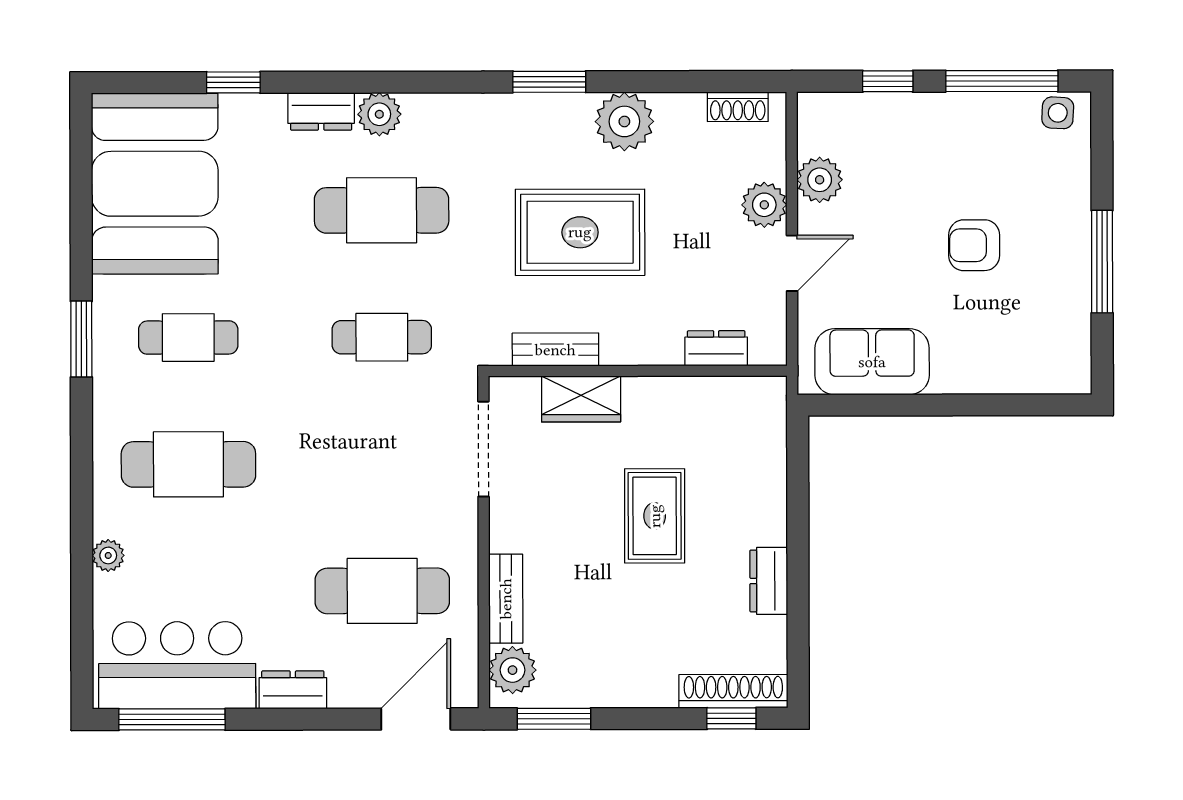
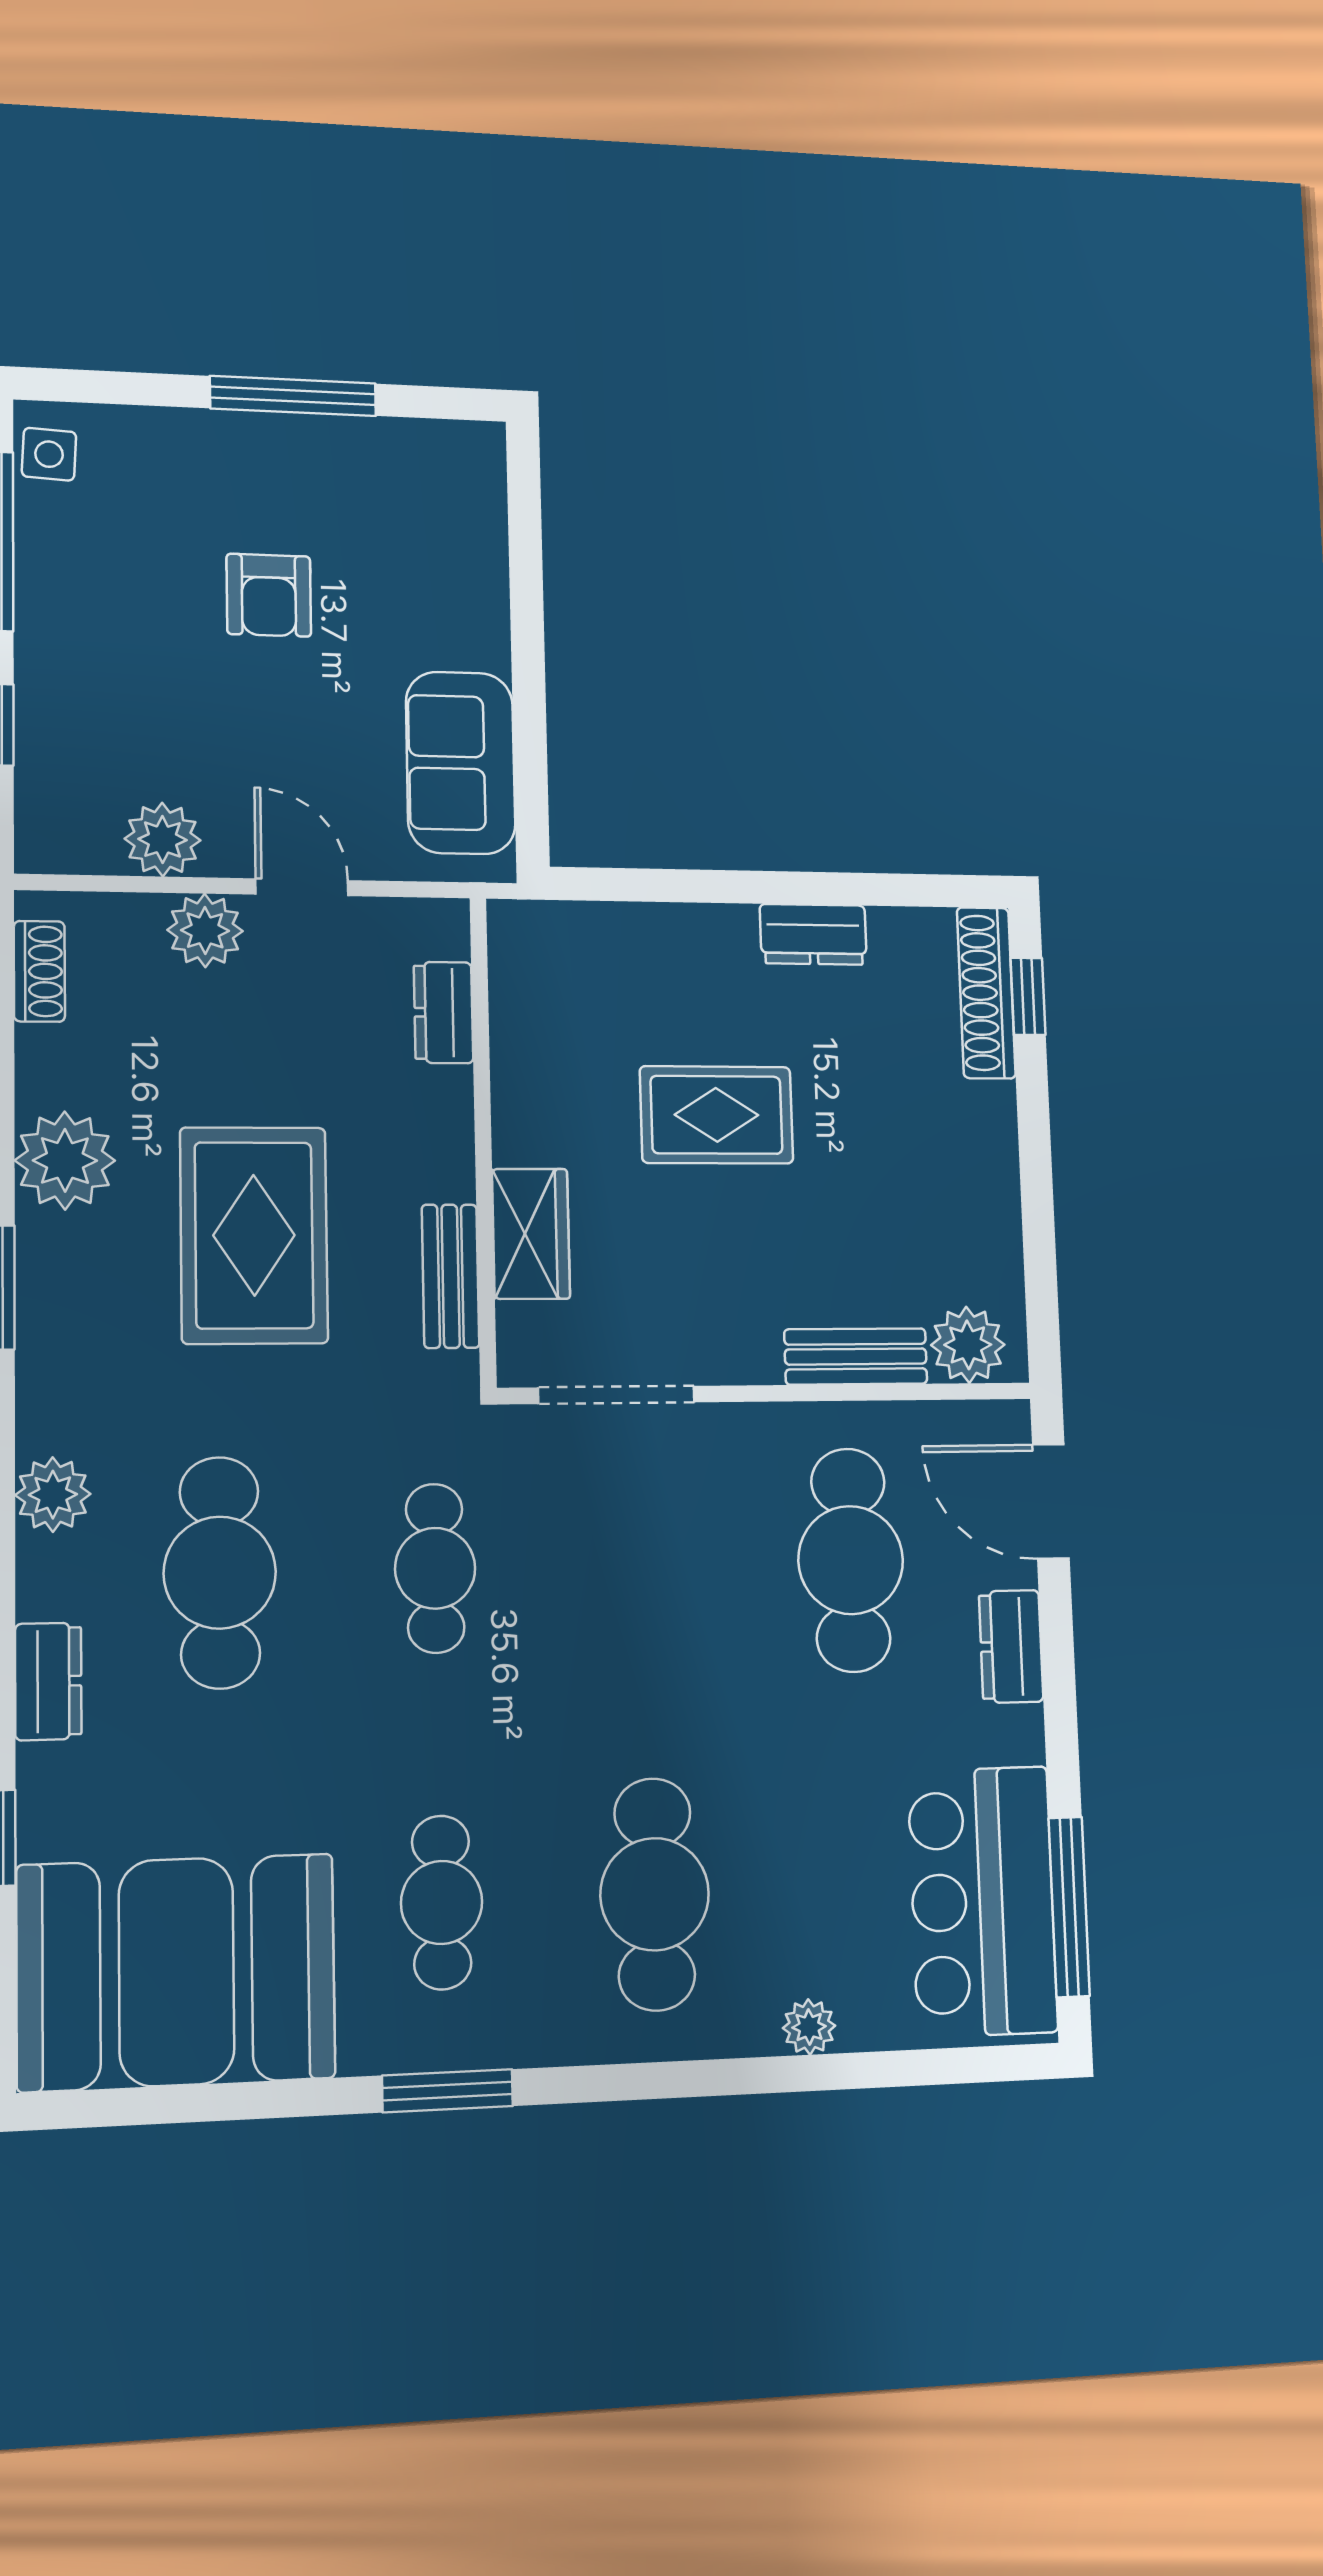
plant: (379, 114) -> (53, 1495), moved
dresser: (293, 690) -> (1011, 1646), moved
window: (554, 719) -> (1041, 1278), removed

